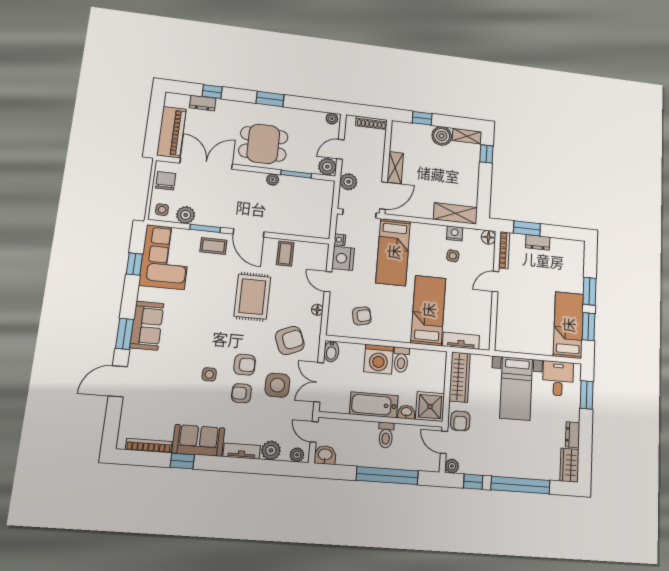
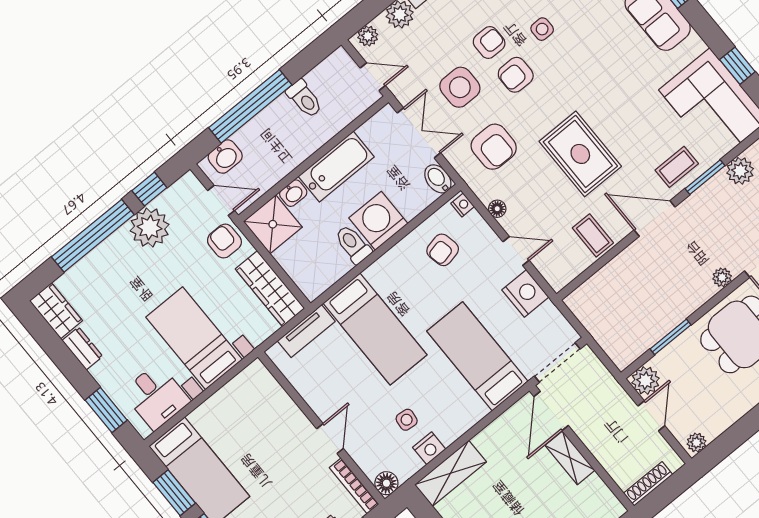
plant: (273, 180) -> (722, 277), moved
plant: (348, 182) -> (605, 387), removed
nightstand: (340, 240) -> (463, 205), moved
armchair: (290, 340) -> (494, 147), turned -68
toilet: (386, 435) -> (304, 99), moved, turned 180
washbasin: (325, 455) -> (225, 157), moved
plant: (452, 466) -> (150, 228), moved, width x1.88, depth x1.88

